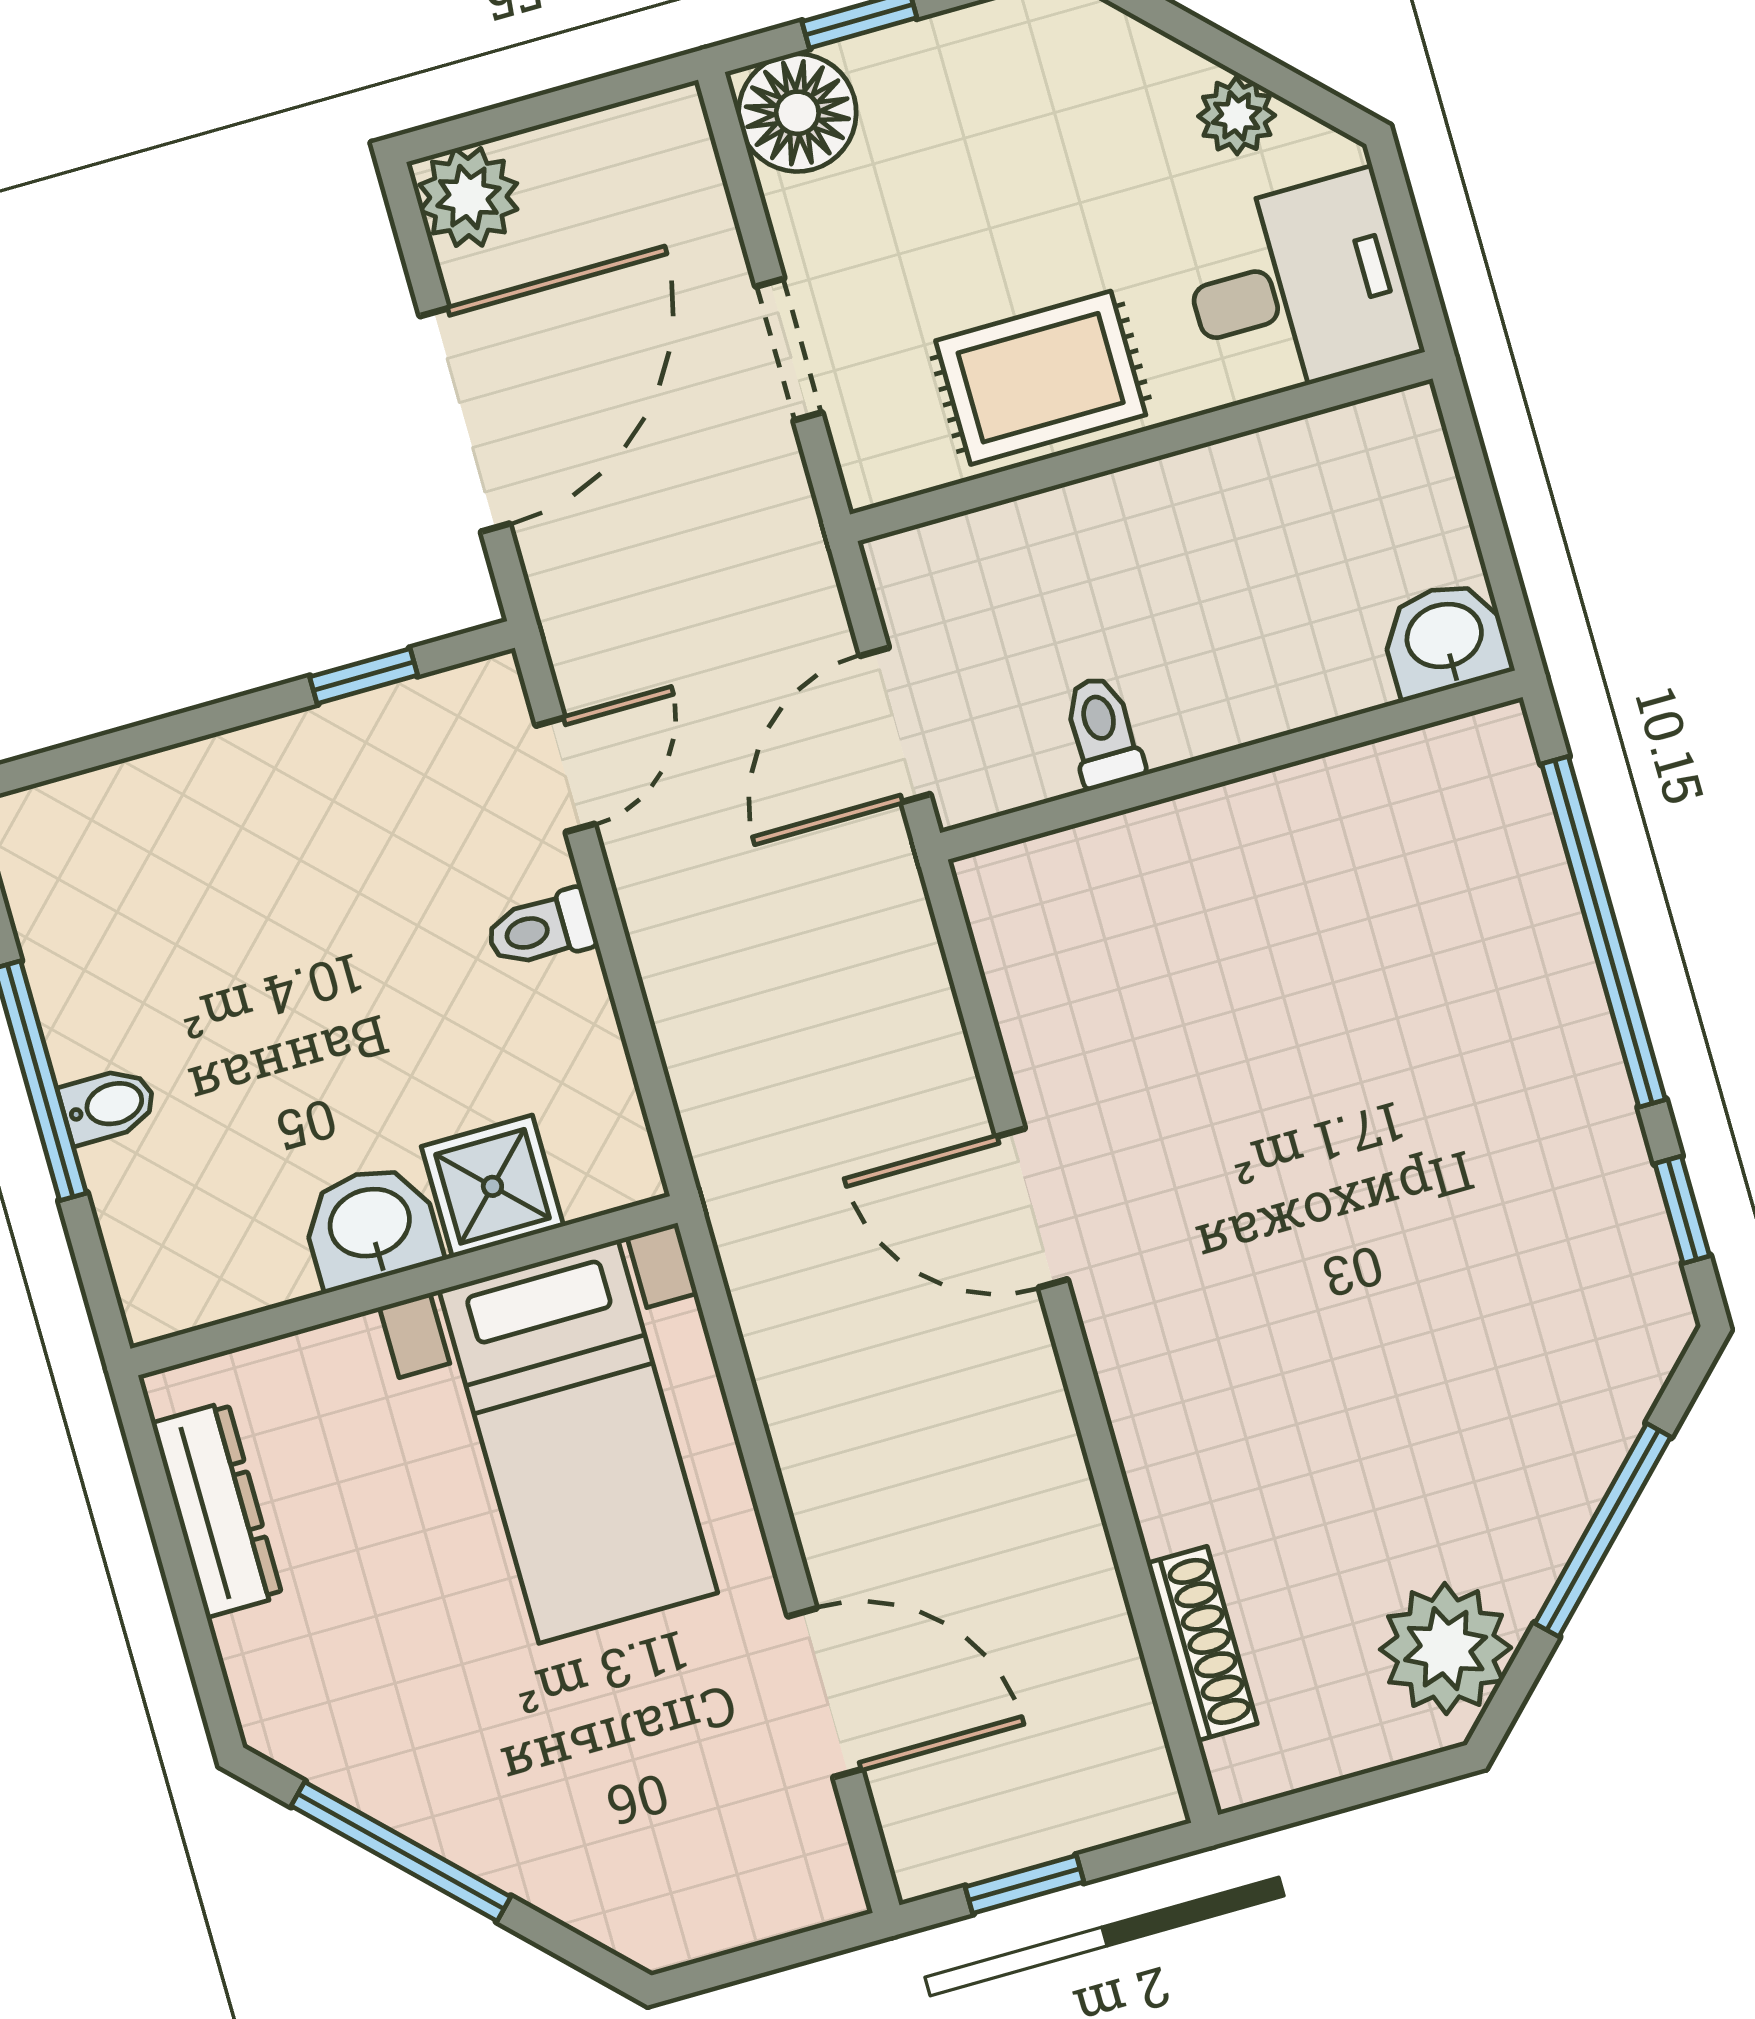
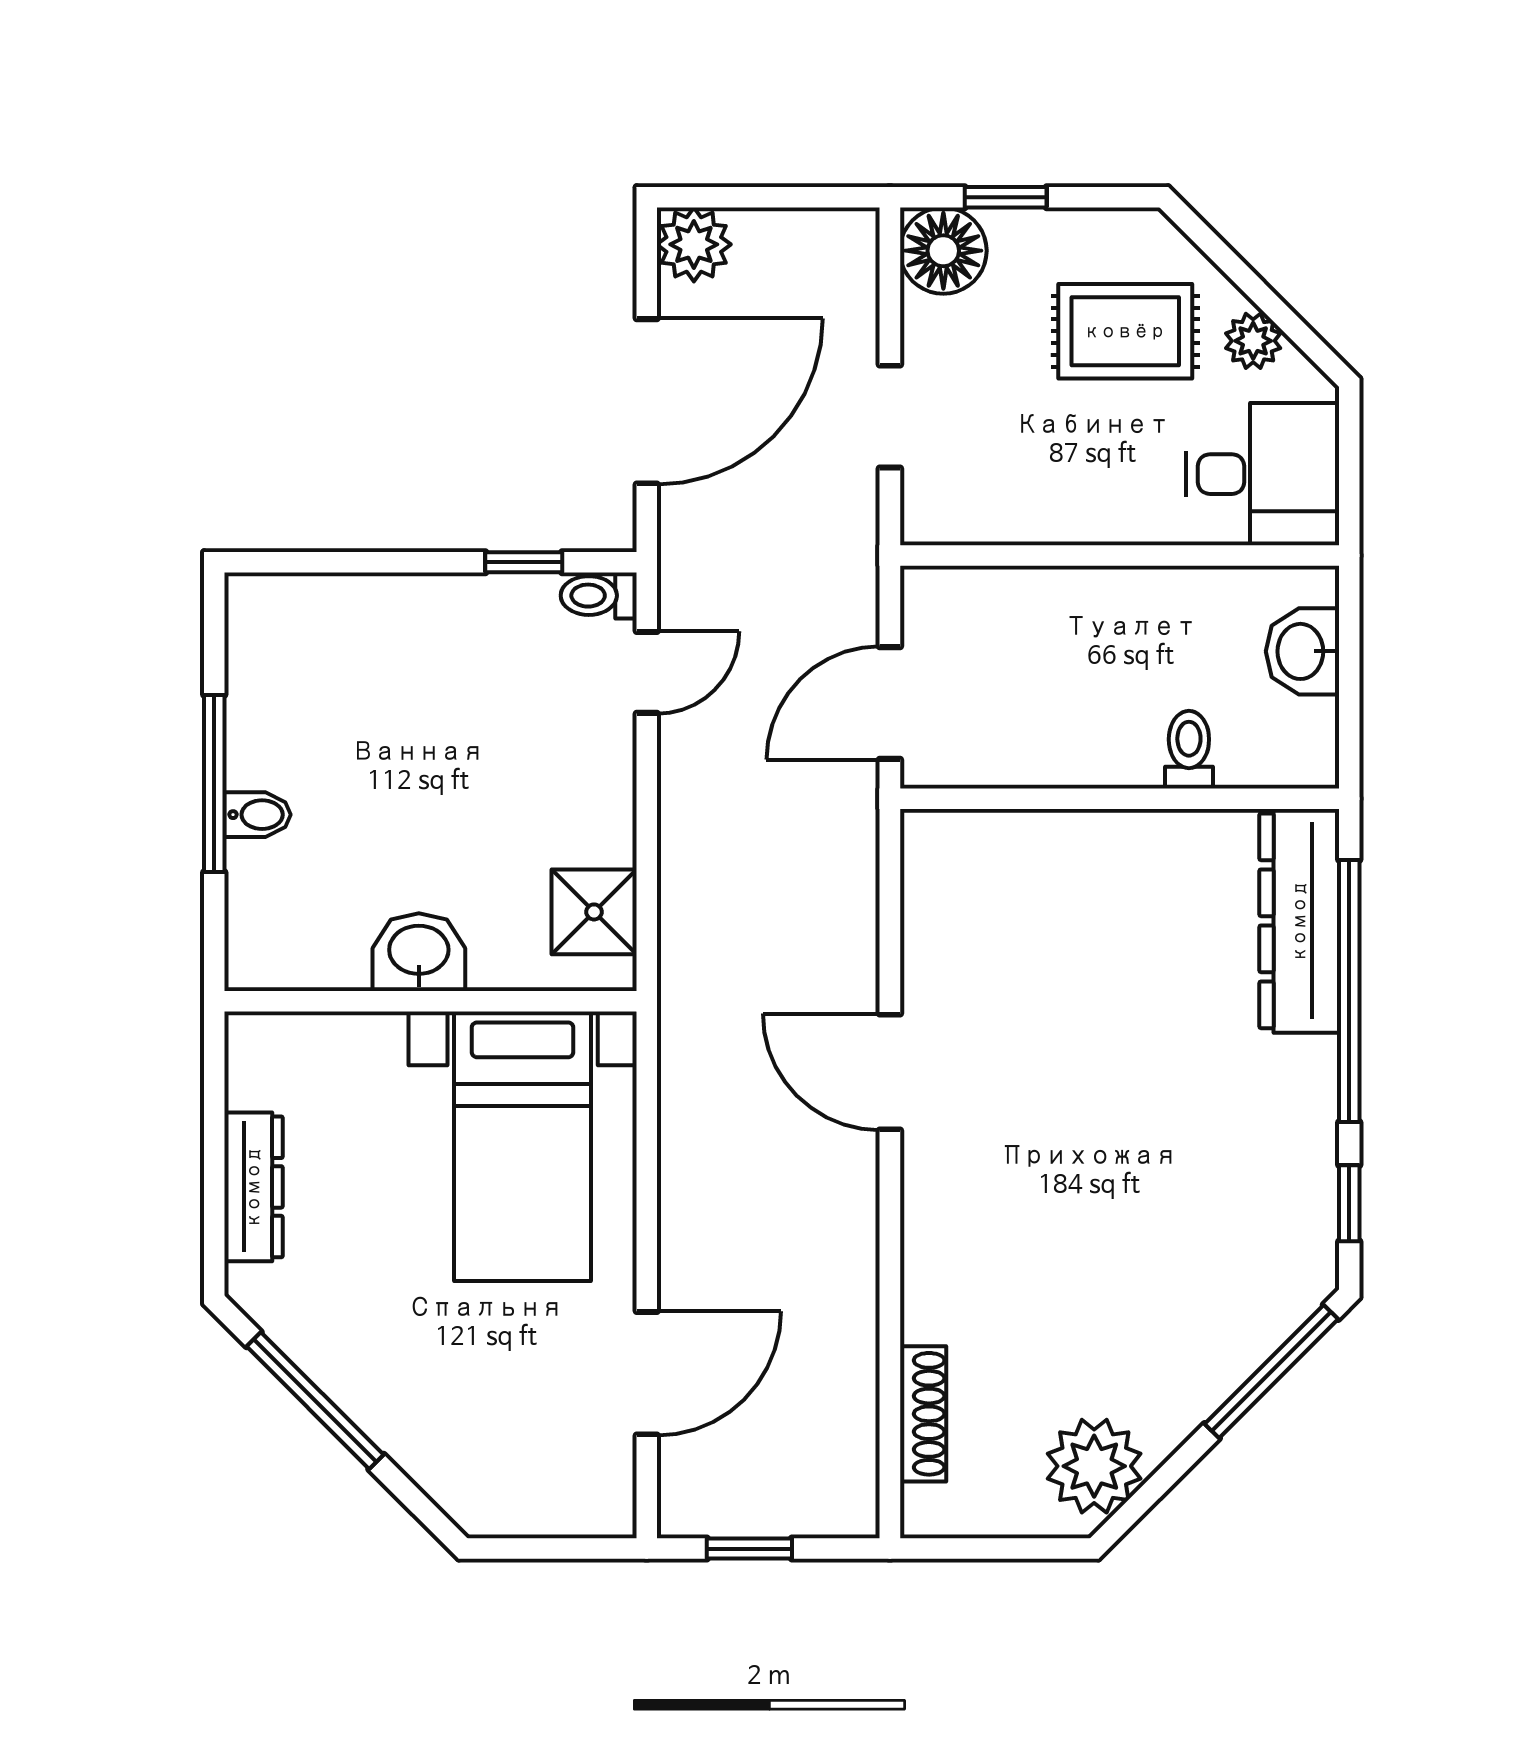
rug: (1041, 378) -> (1125, 331), moved
washbasin: (1445, 638) -> (1303, 651), moved, turned -90
toilet: (1103, 732) -> (1189, 750), moved
dresser: (1512, 858) -> (1299, 921), added
toilet: (541, 929) -> (599, 596), moved
shower: (492, 1186) -> (594, 912), moved
dresser: (217, 1510) -> (253, 1187), moved
window: (1603, 1530) -> (1271, 1371), moved
door: (825, 1693) -> (647, 1373), hinge flipped

